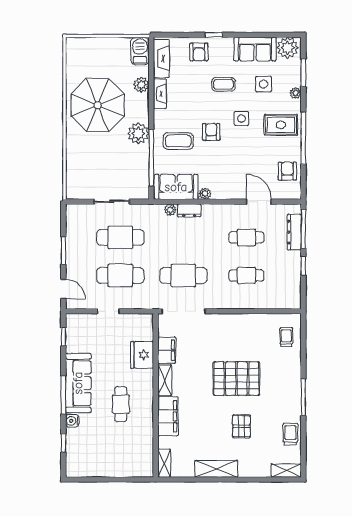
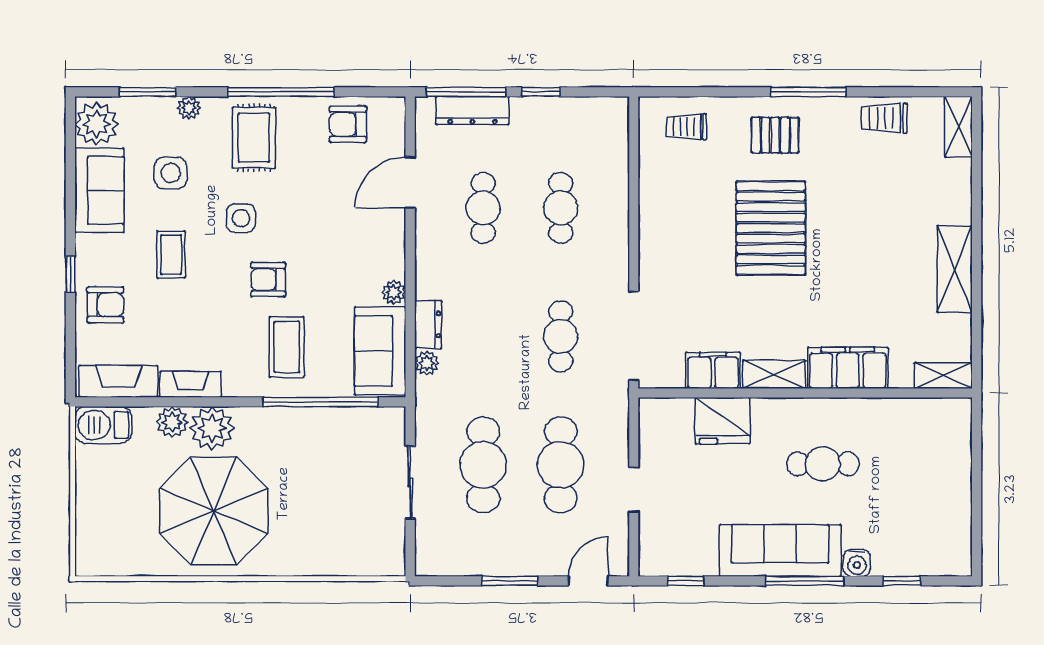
plant: (138, 133) -> (212, 428), moved
cafe table: (183, 275) -> (561, 336), width x0.73, depth x0.74
pallet: (241, 426) -> (775, 135), moved

